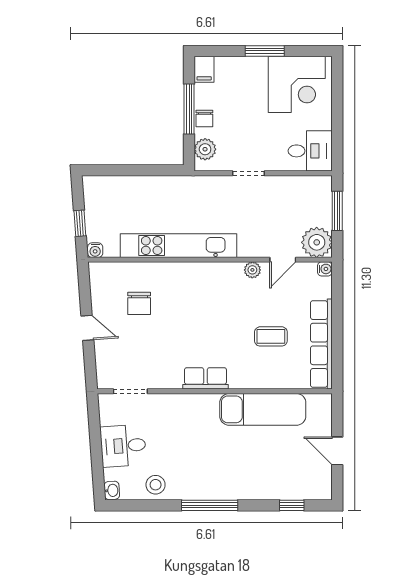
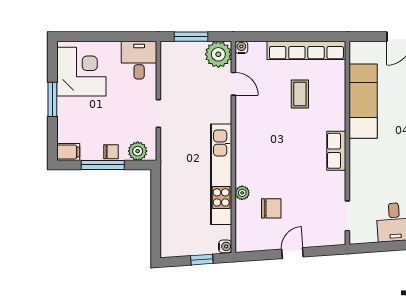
plant: (252, 270) -> (242, 193), moved

